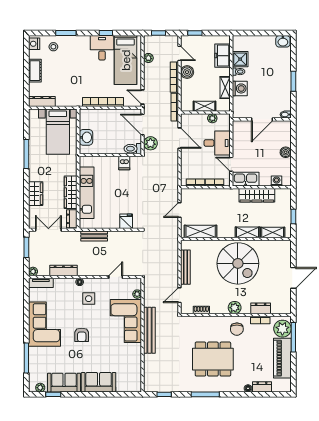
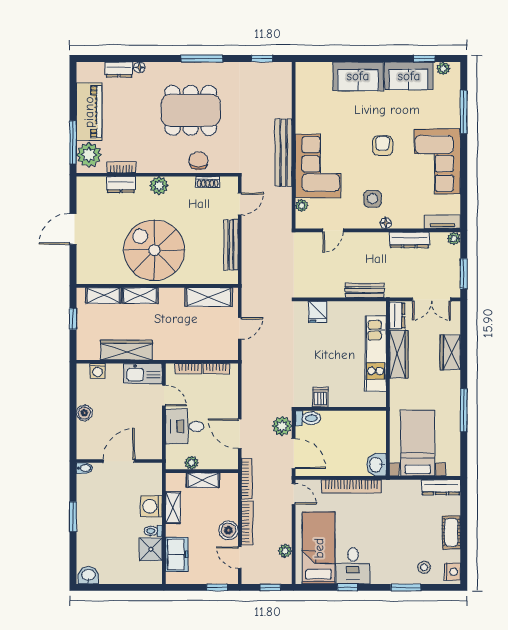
washbasin: (86, 137) -> (376, 465), moved
chair: (237, 329) -> (198, 161), moved

